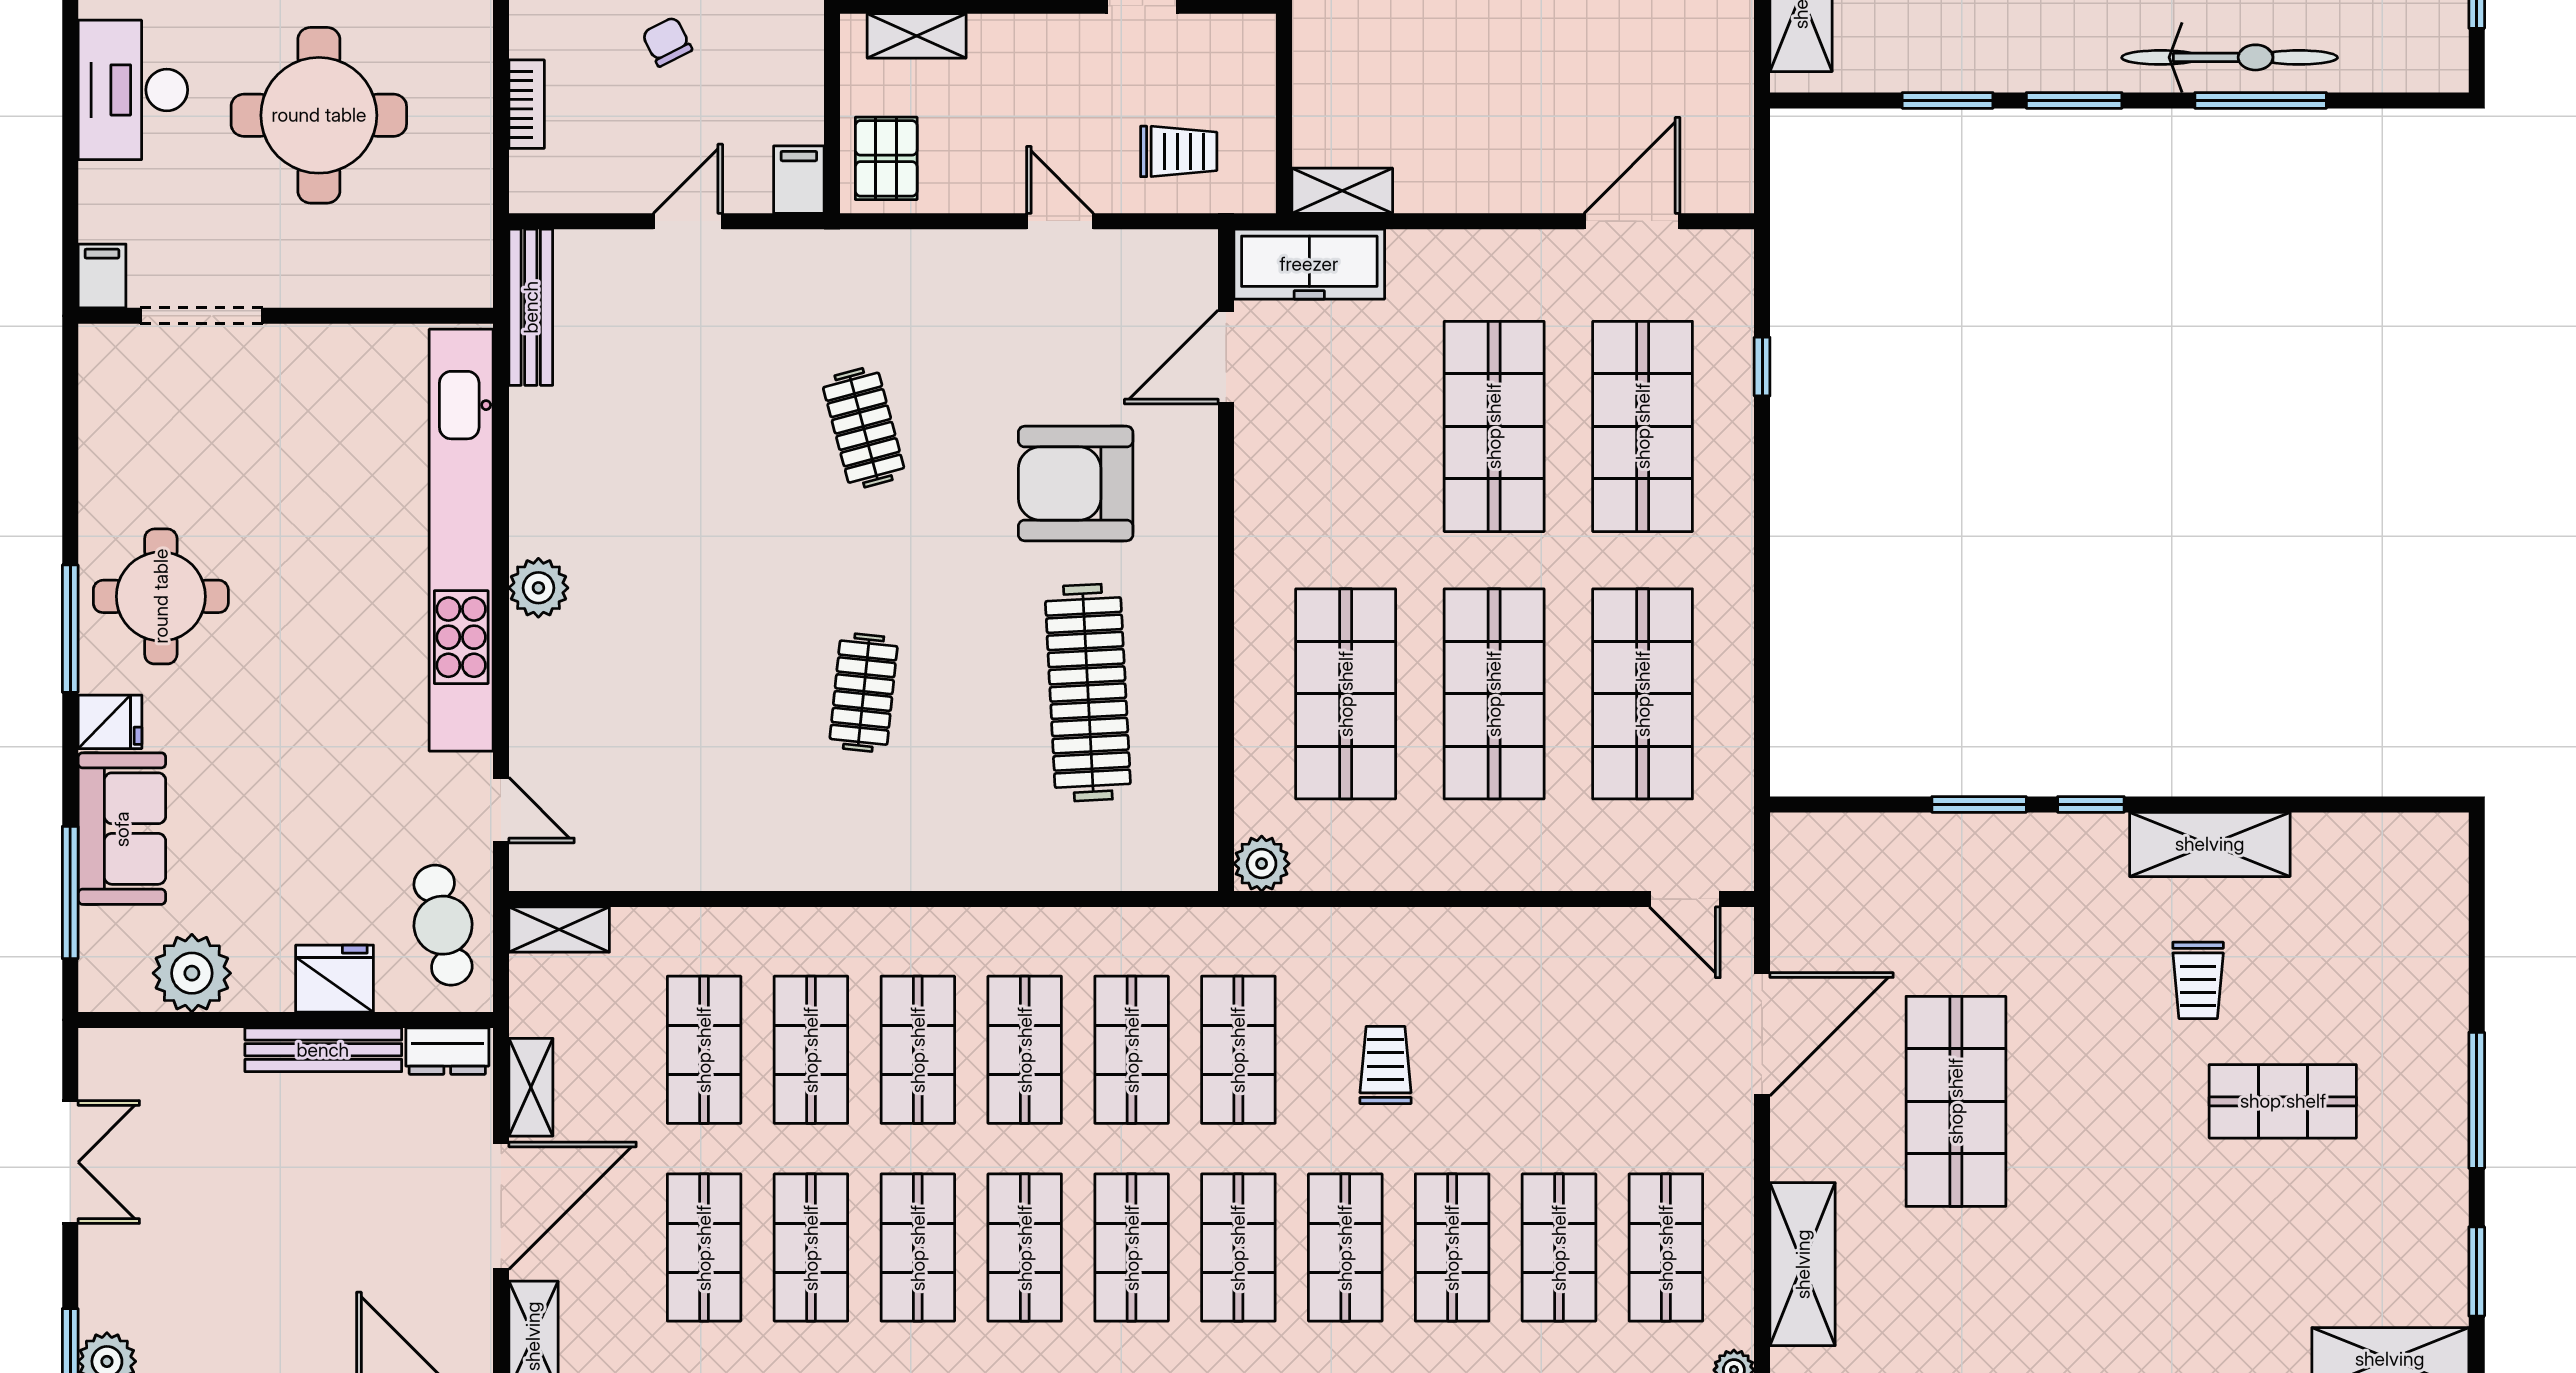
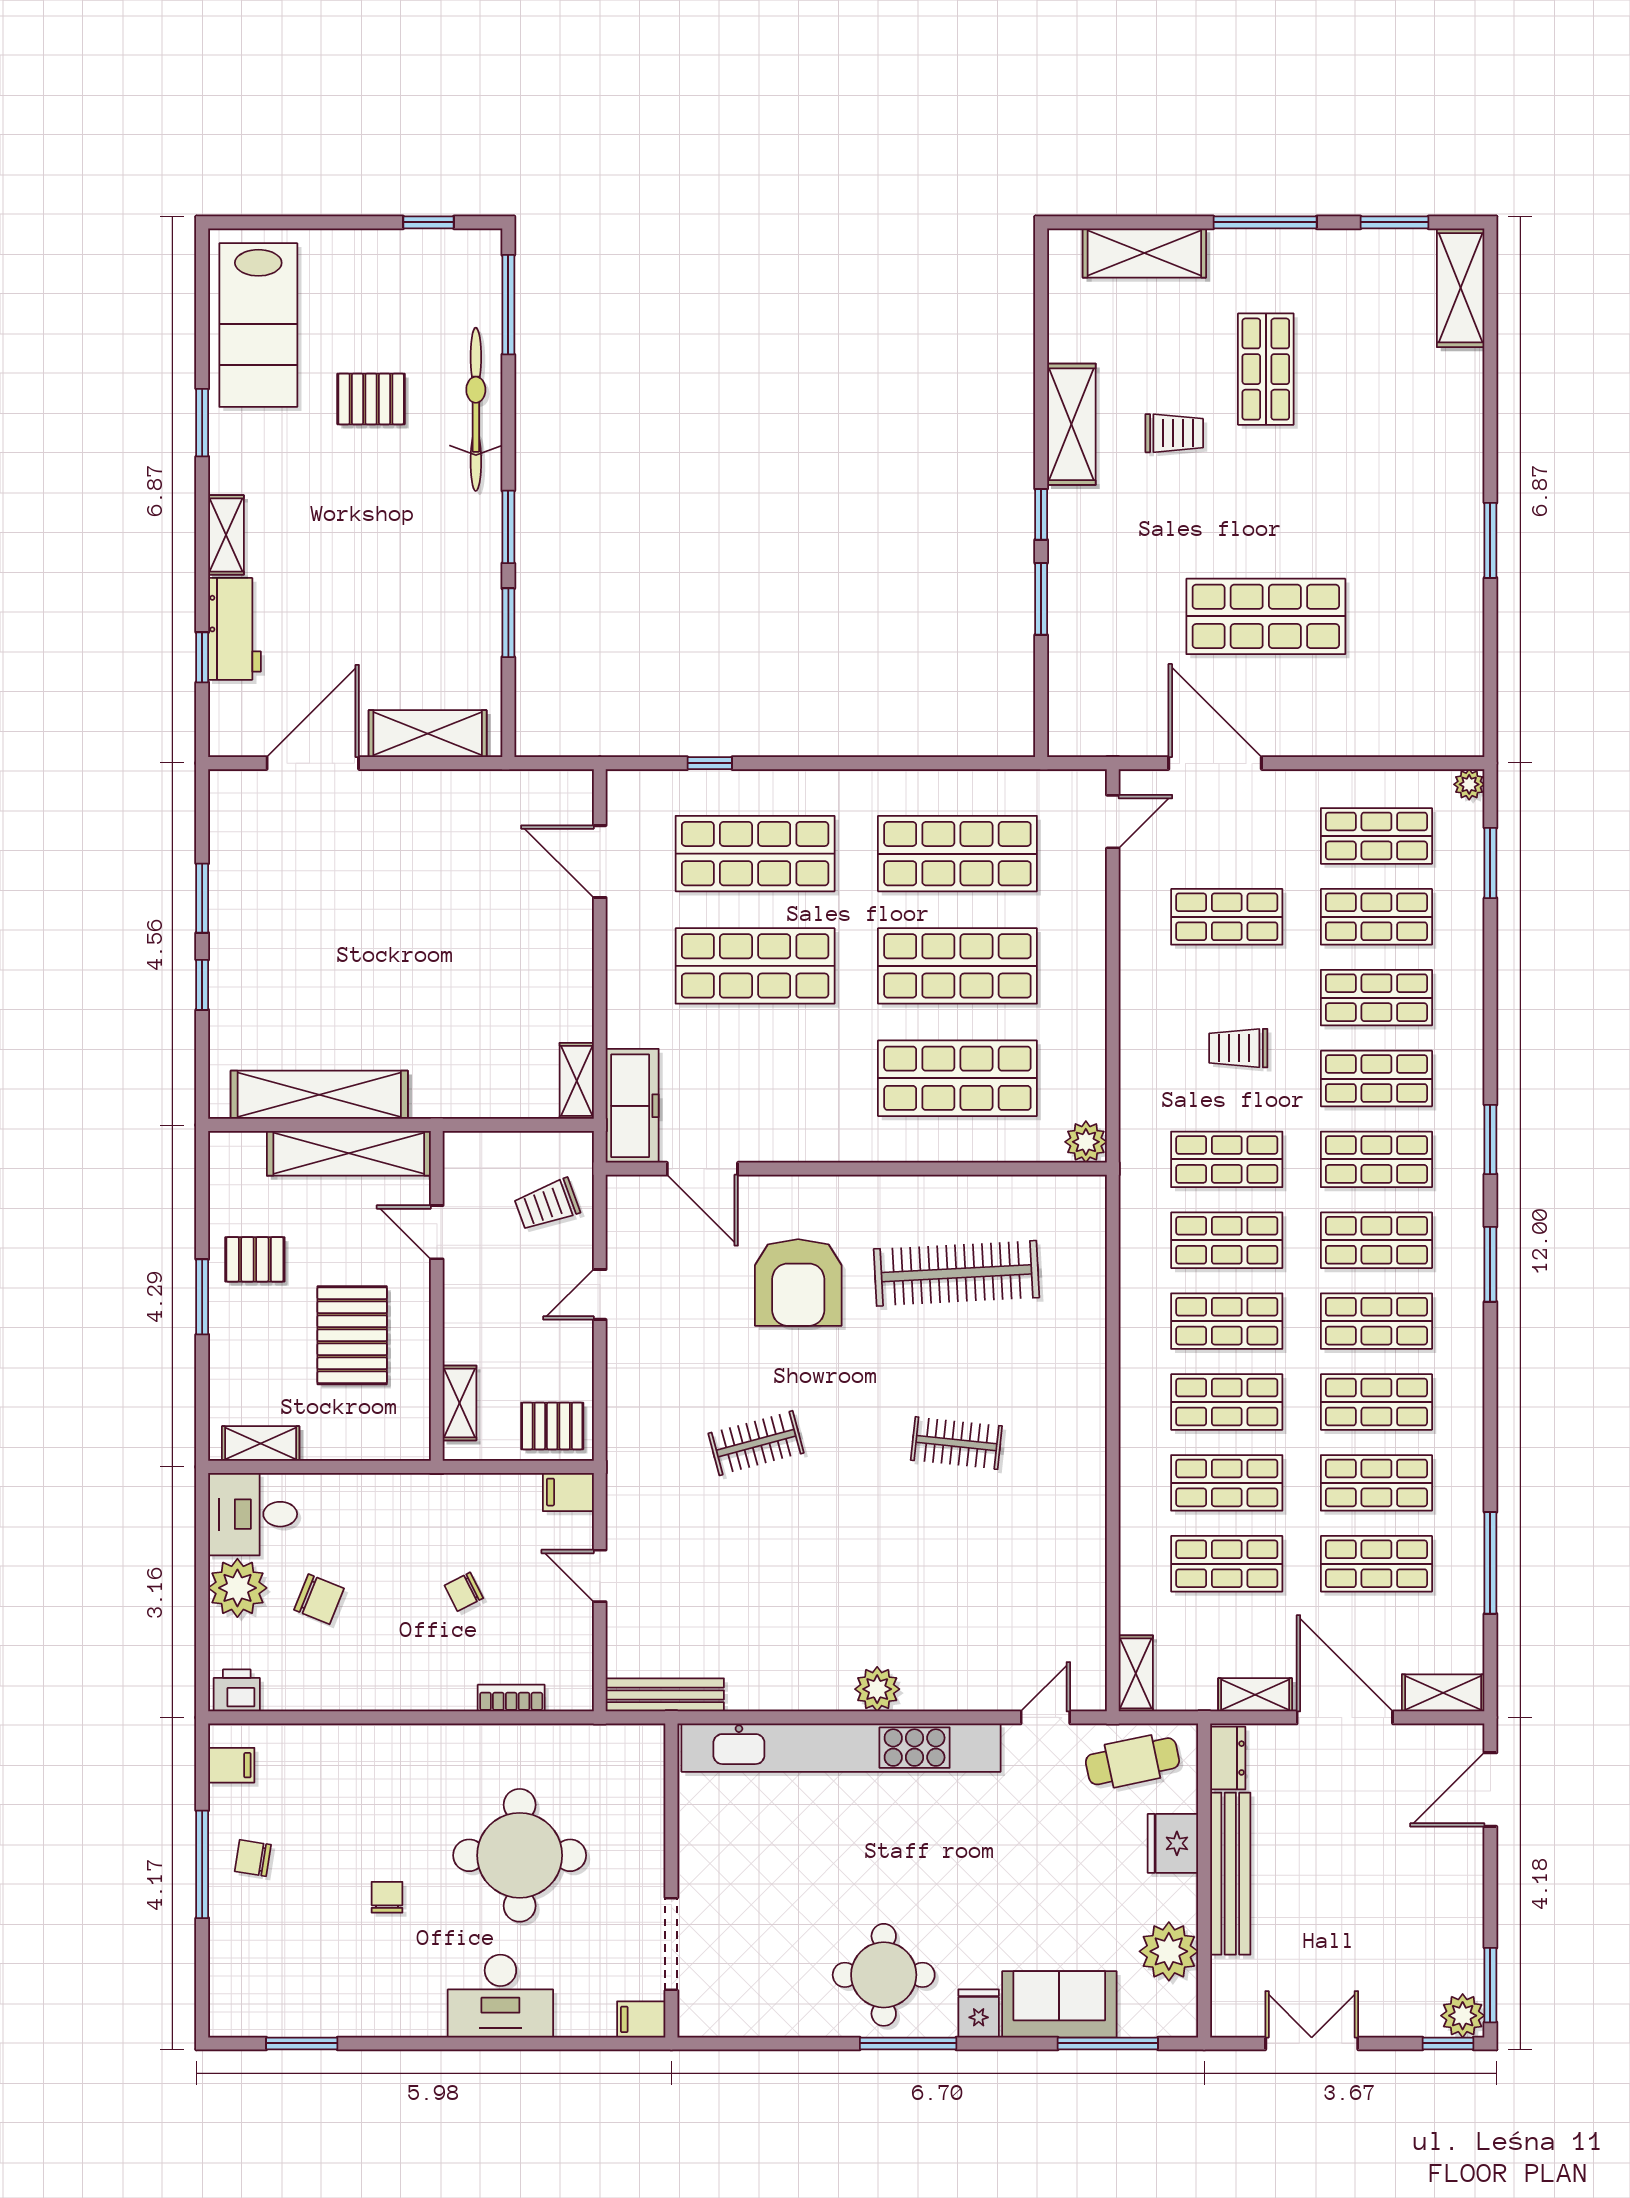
window: (2261, 100) -> (508, 305), moved
trolley: (1179, 151) -> (547, 1205), turned -110
bench: (323, 1050) -> (1230, 1874), width x1.37, depth x1.21
shop shelf: (1559, 1050) -> (1227, 917), added
shelving: (1803, 1264) -> (1144, 253), moved

